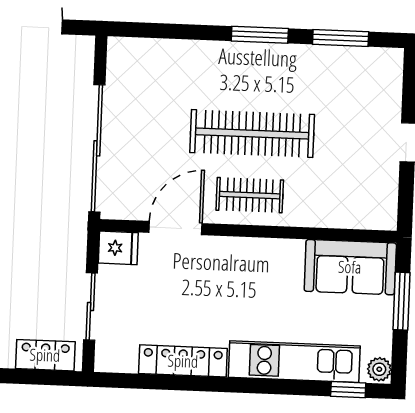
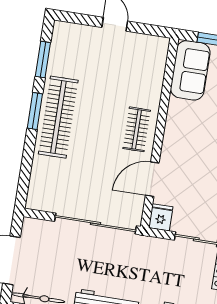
clothes rail: (252, 134) -> (58, 117), moved
door: (176, 228) -> (152, 179), hinge flipped

